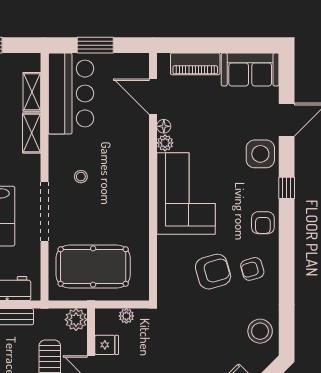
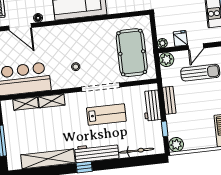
door: (153, 97) -> (20, 27), hinge flipped
plant: (165, 143) -> (48, 16), removed
plant: (126, 316) -> (162, 43), moved

